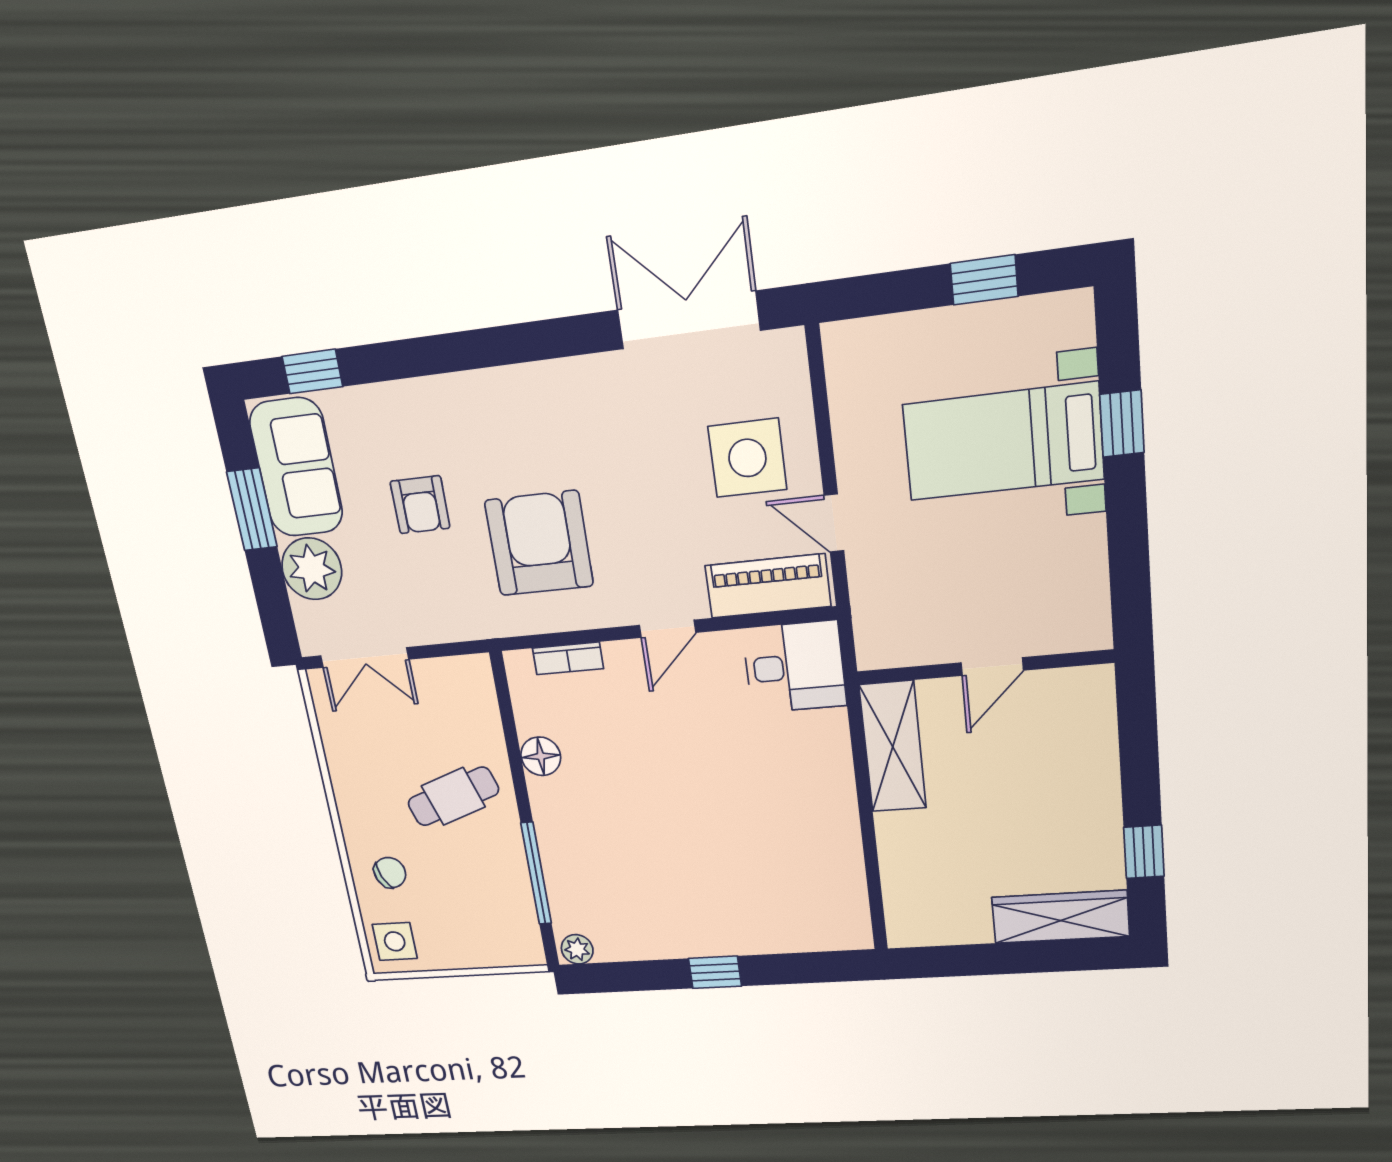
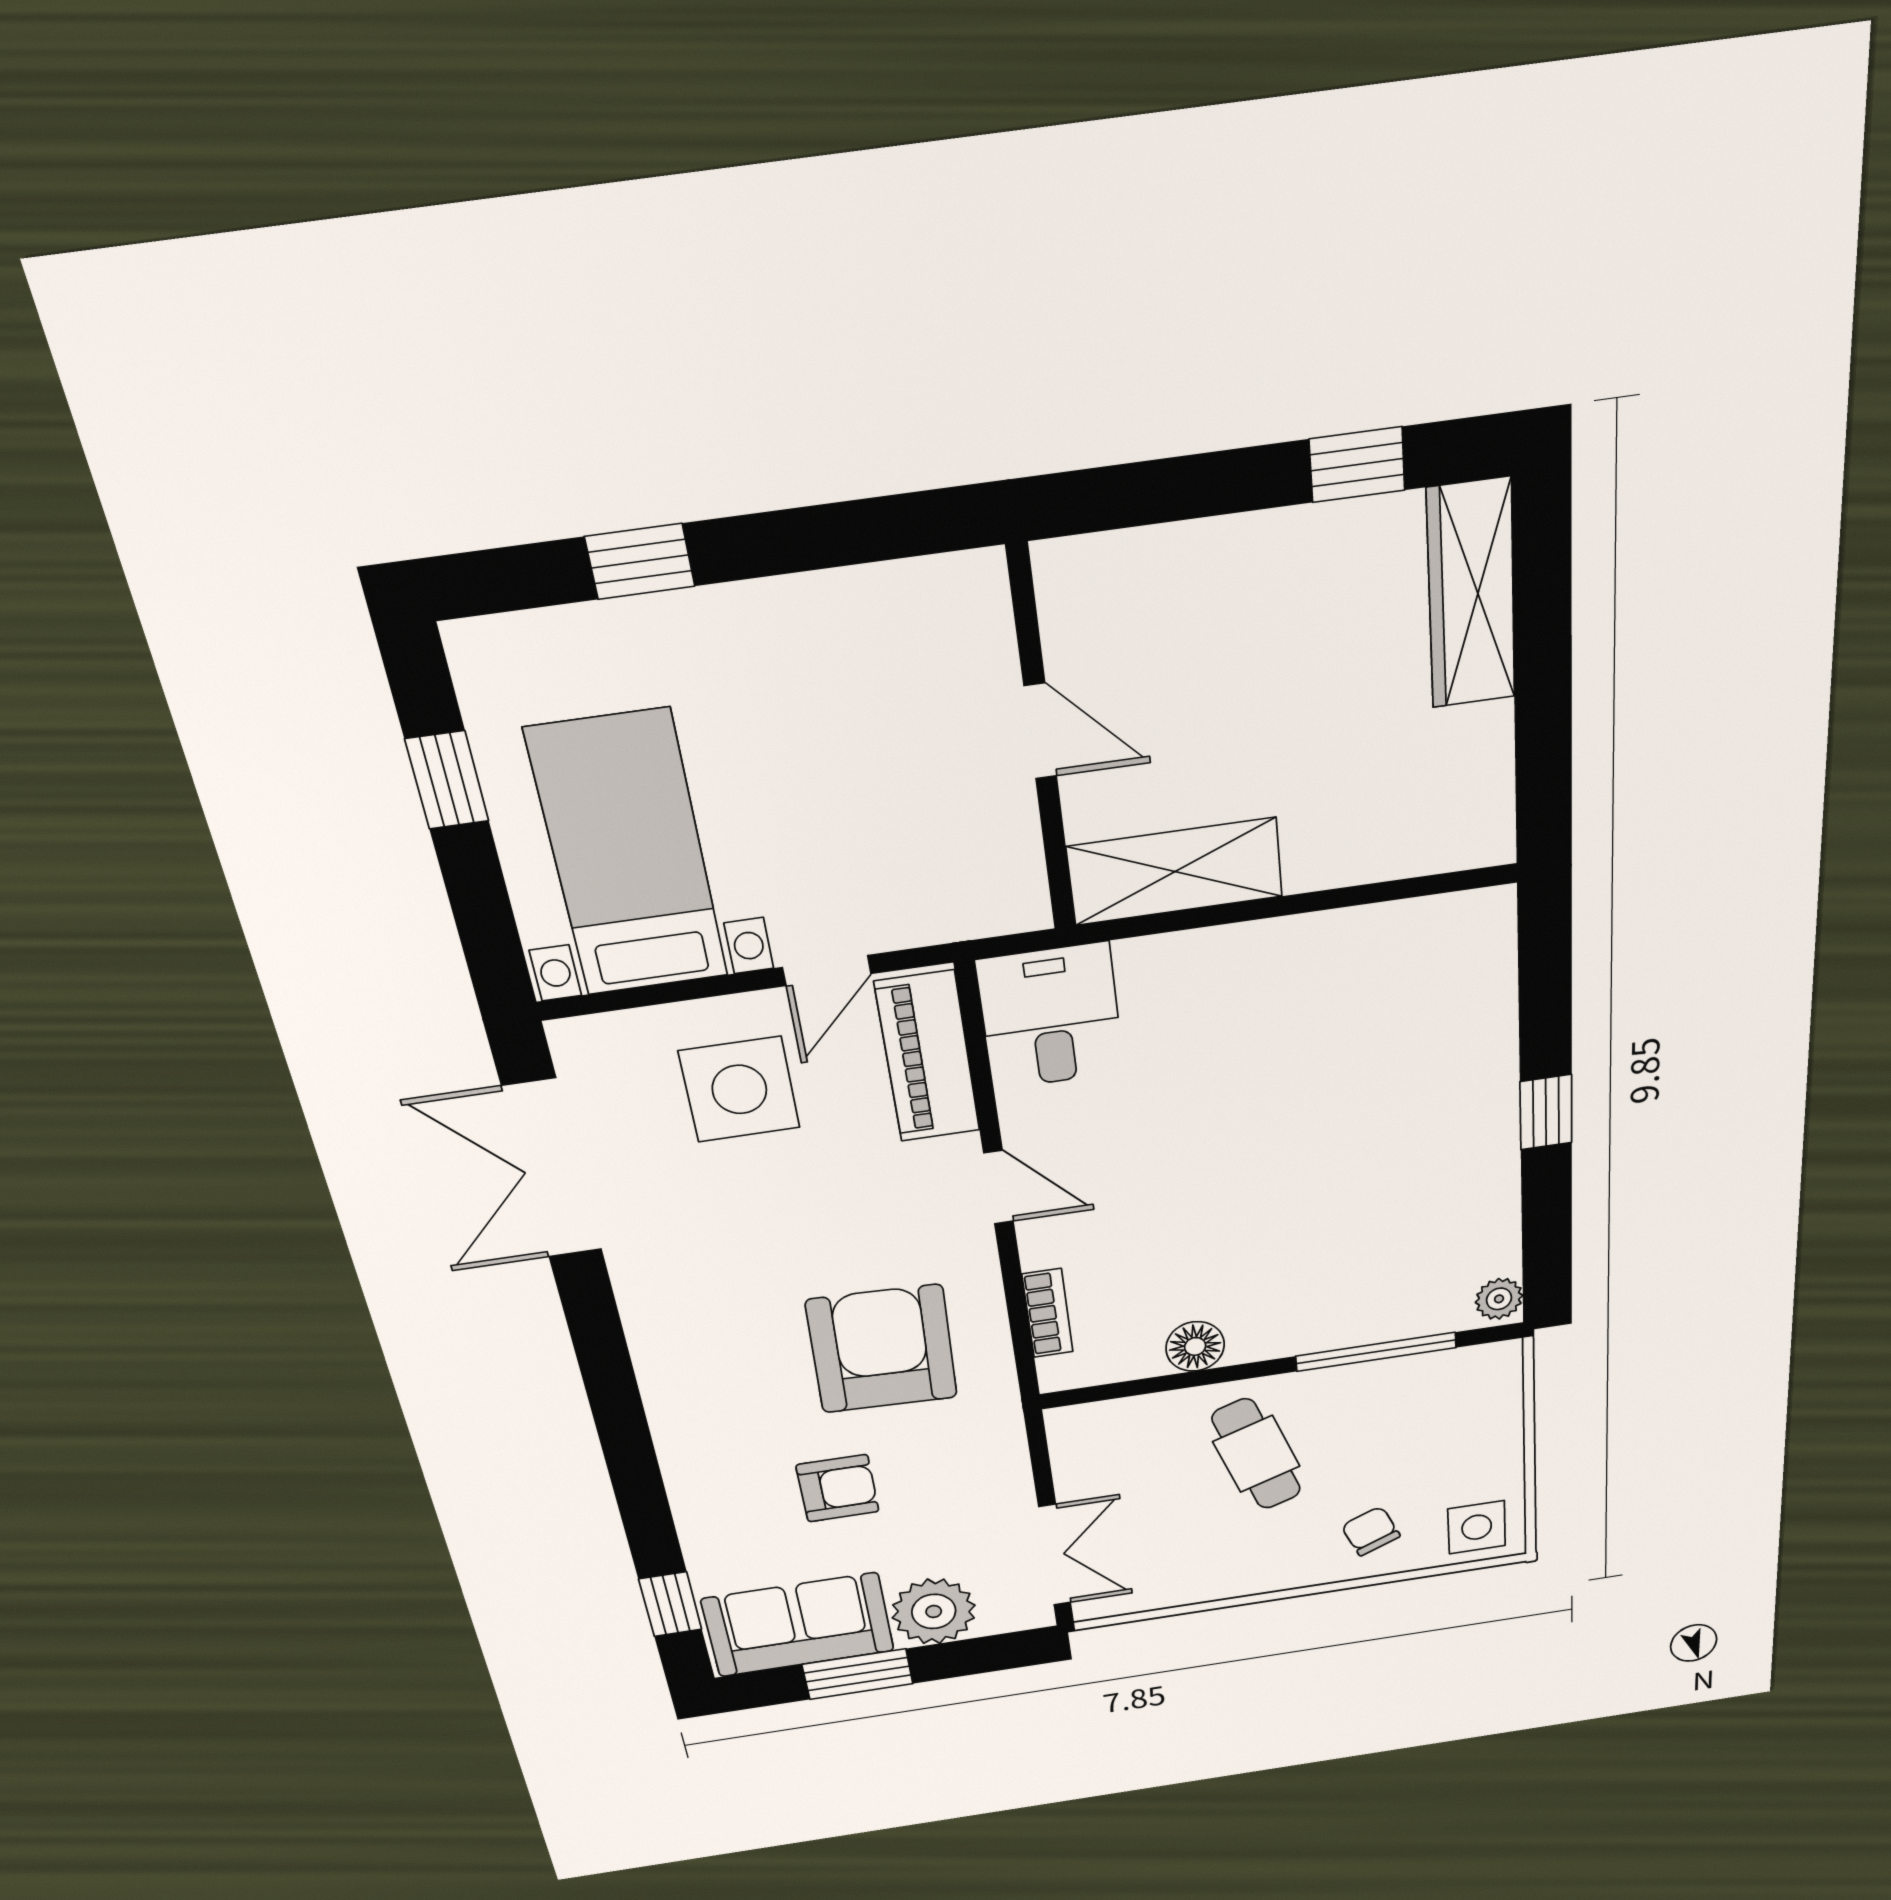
bed with nightstands: (1003, 442) -> (628, 855), moved, turned 180
armchair: (539, 543) -> (882, 1349), turned 92

